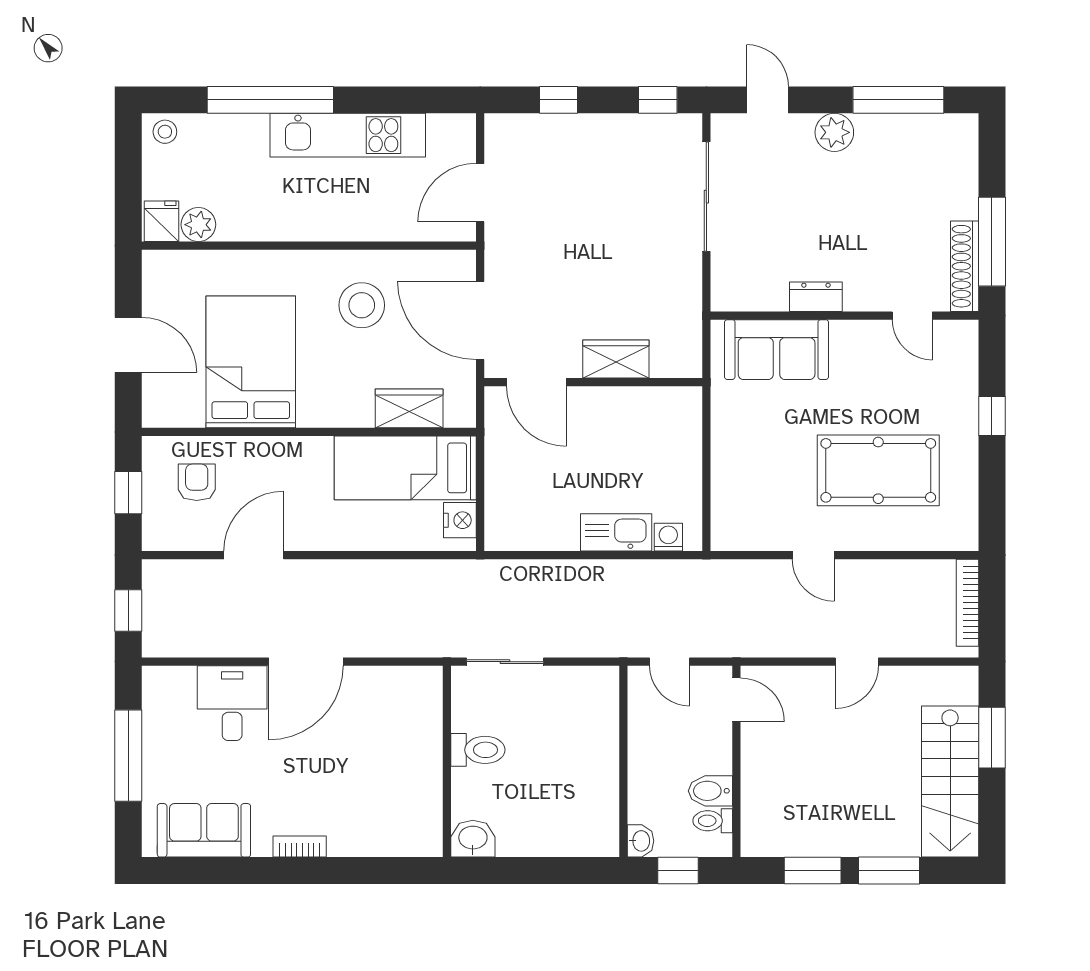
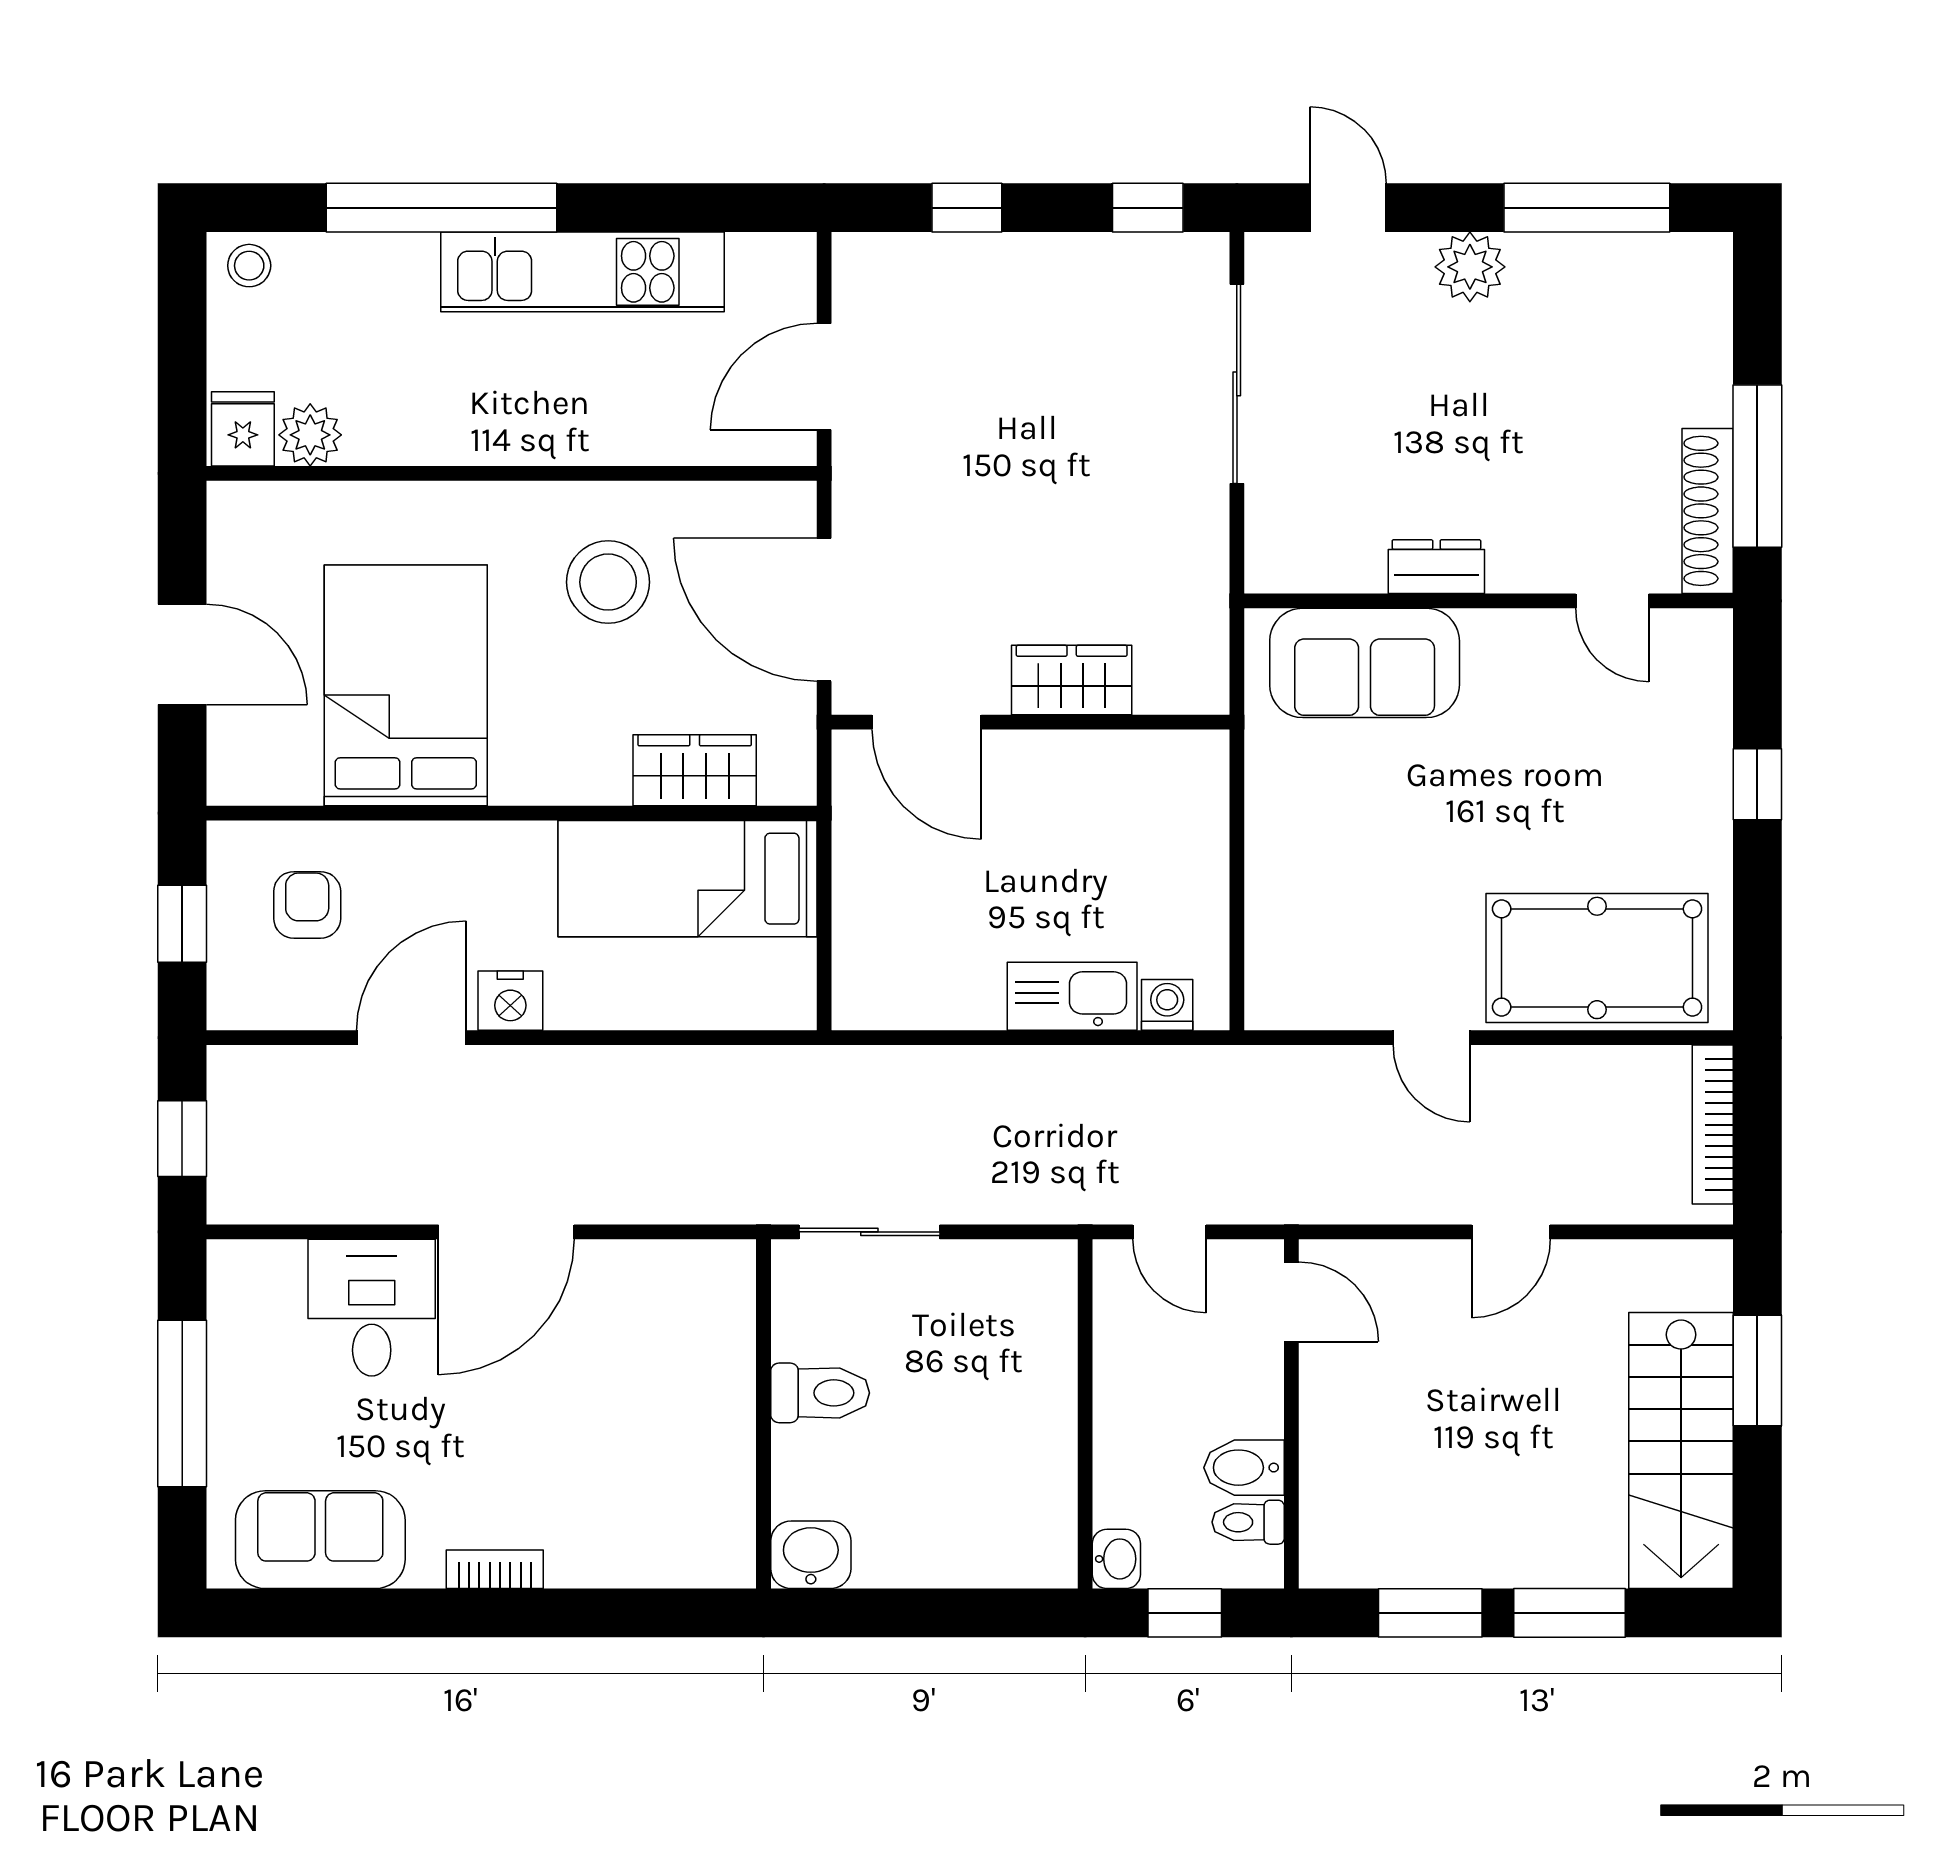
pool table: (878, 470) -> (1597, 958), moved
nightstand: (460, 520) -> (510, 1001), moved, turned 90

